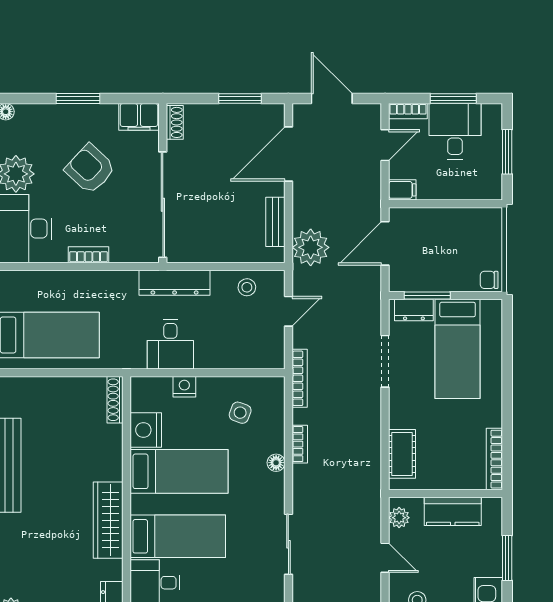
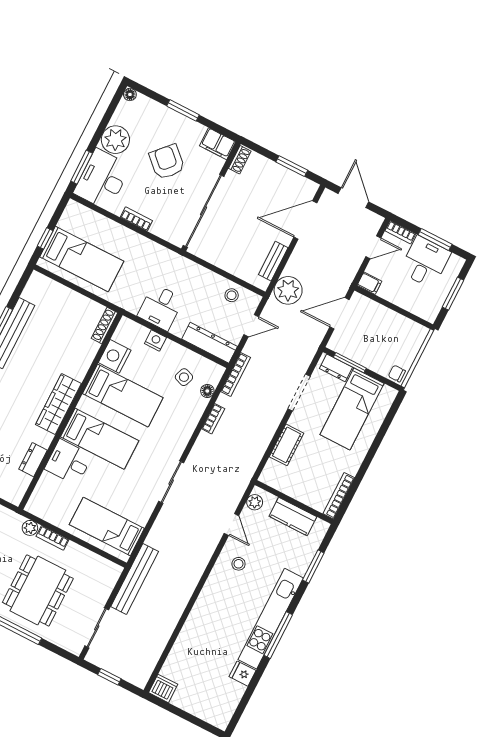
dresser: (175, 283) -> (210, 343), moved, turned 180
cot: (402, 454) -> (287, 445), moved
floor lamp: (276, 463) -> (207, 391), moved

